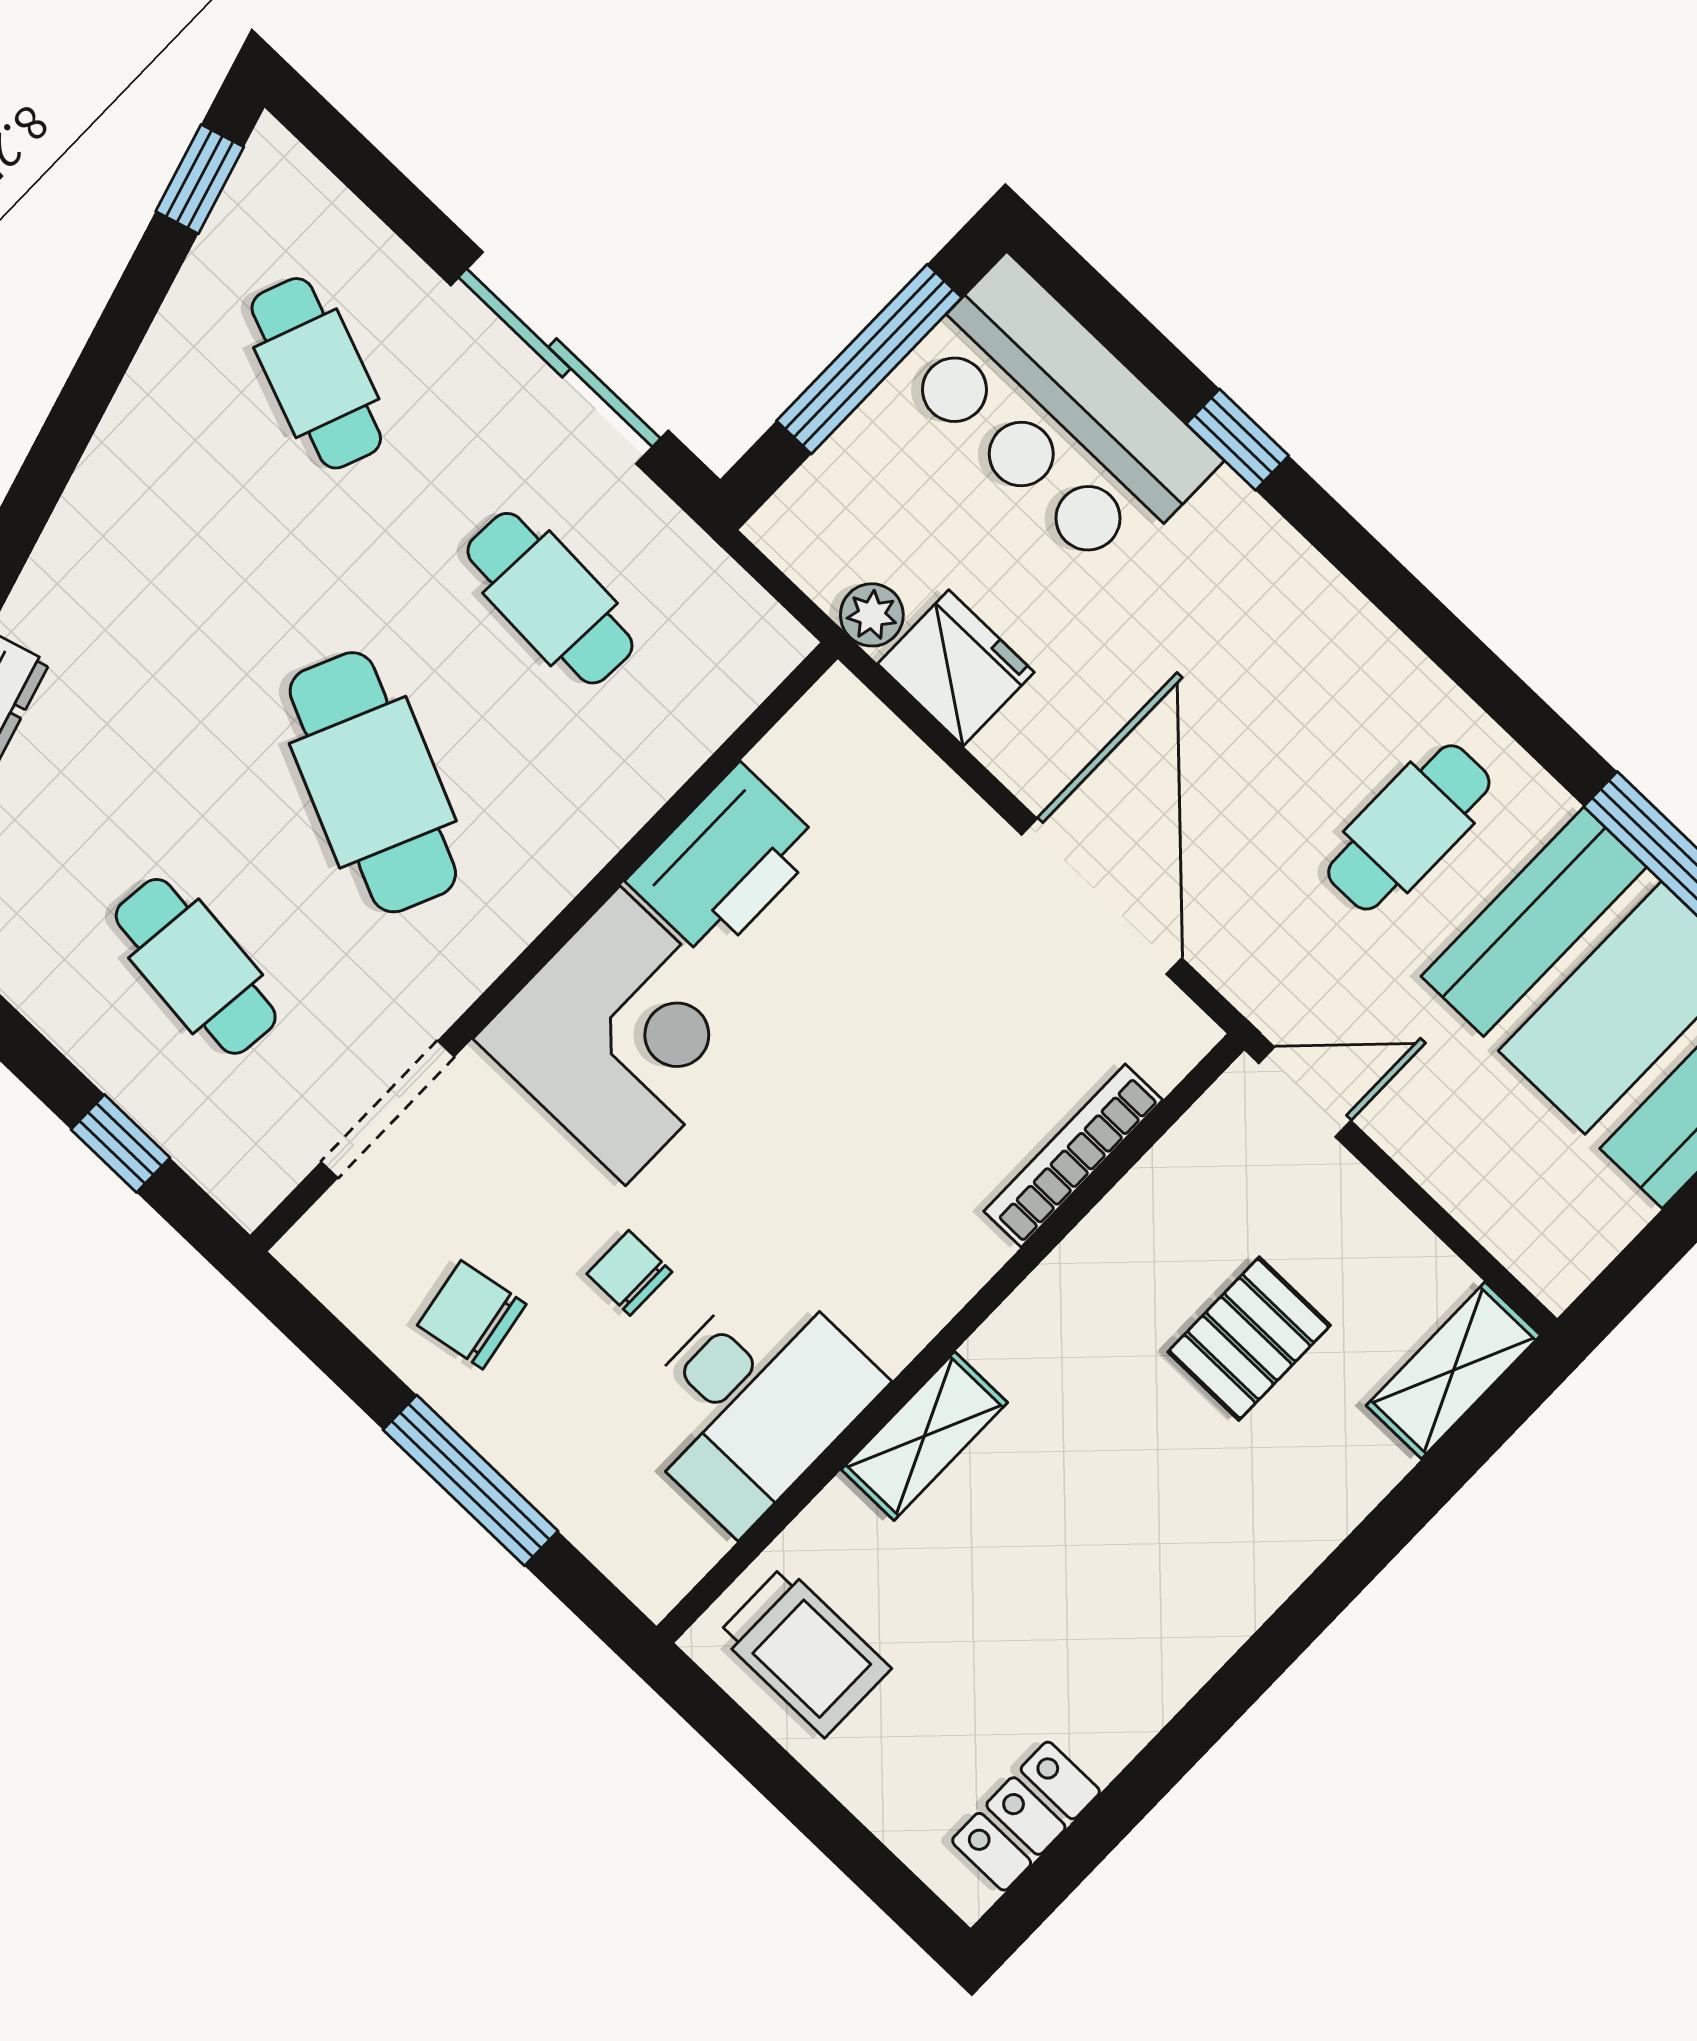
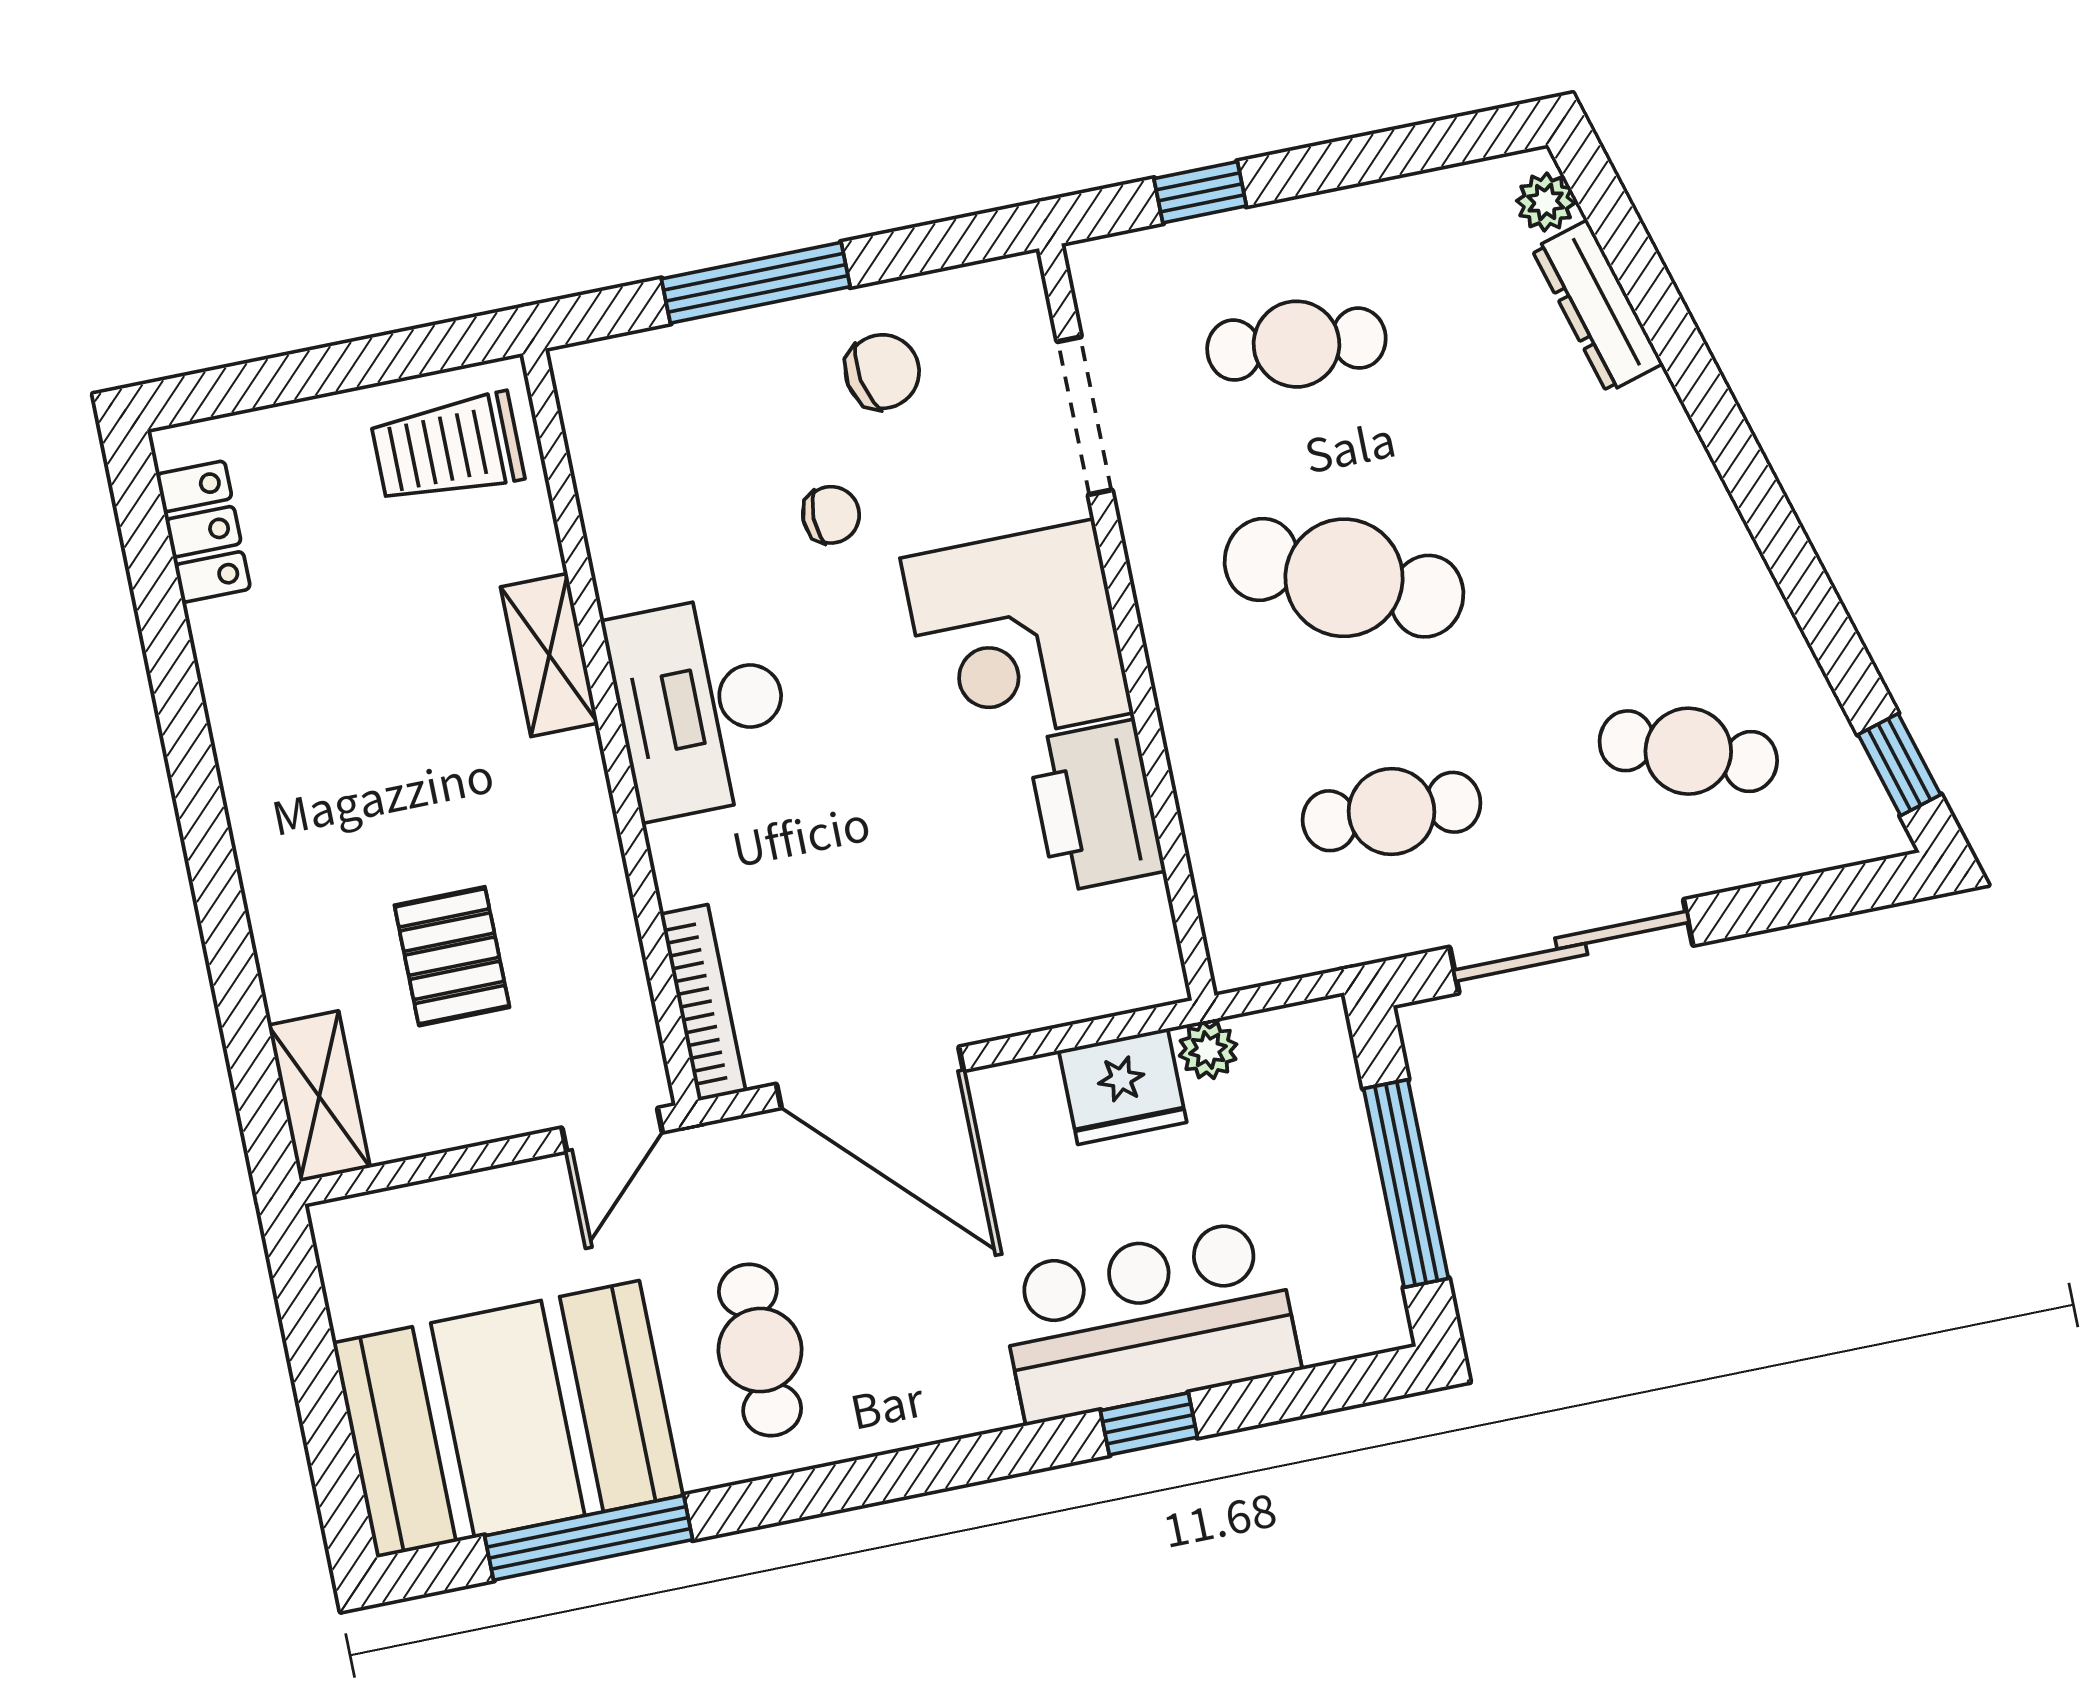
bar counter: (1057, 416) -> (1149, 1321), moved
bookcase: (1073, 1156) -> (703, 1003), moved
desk: (752, 1401) -> (701, 706), moved

